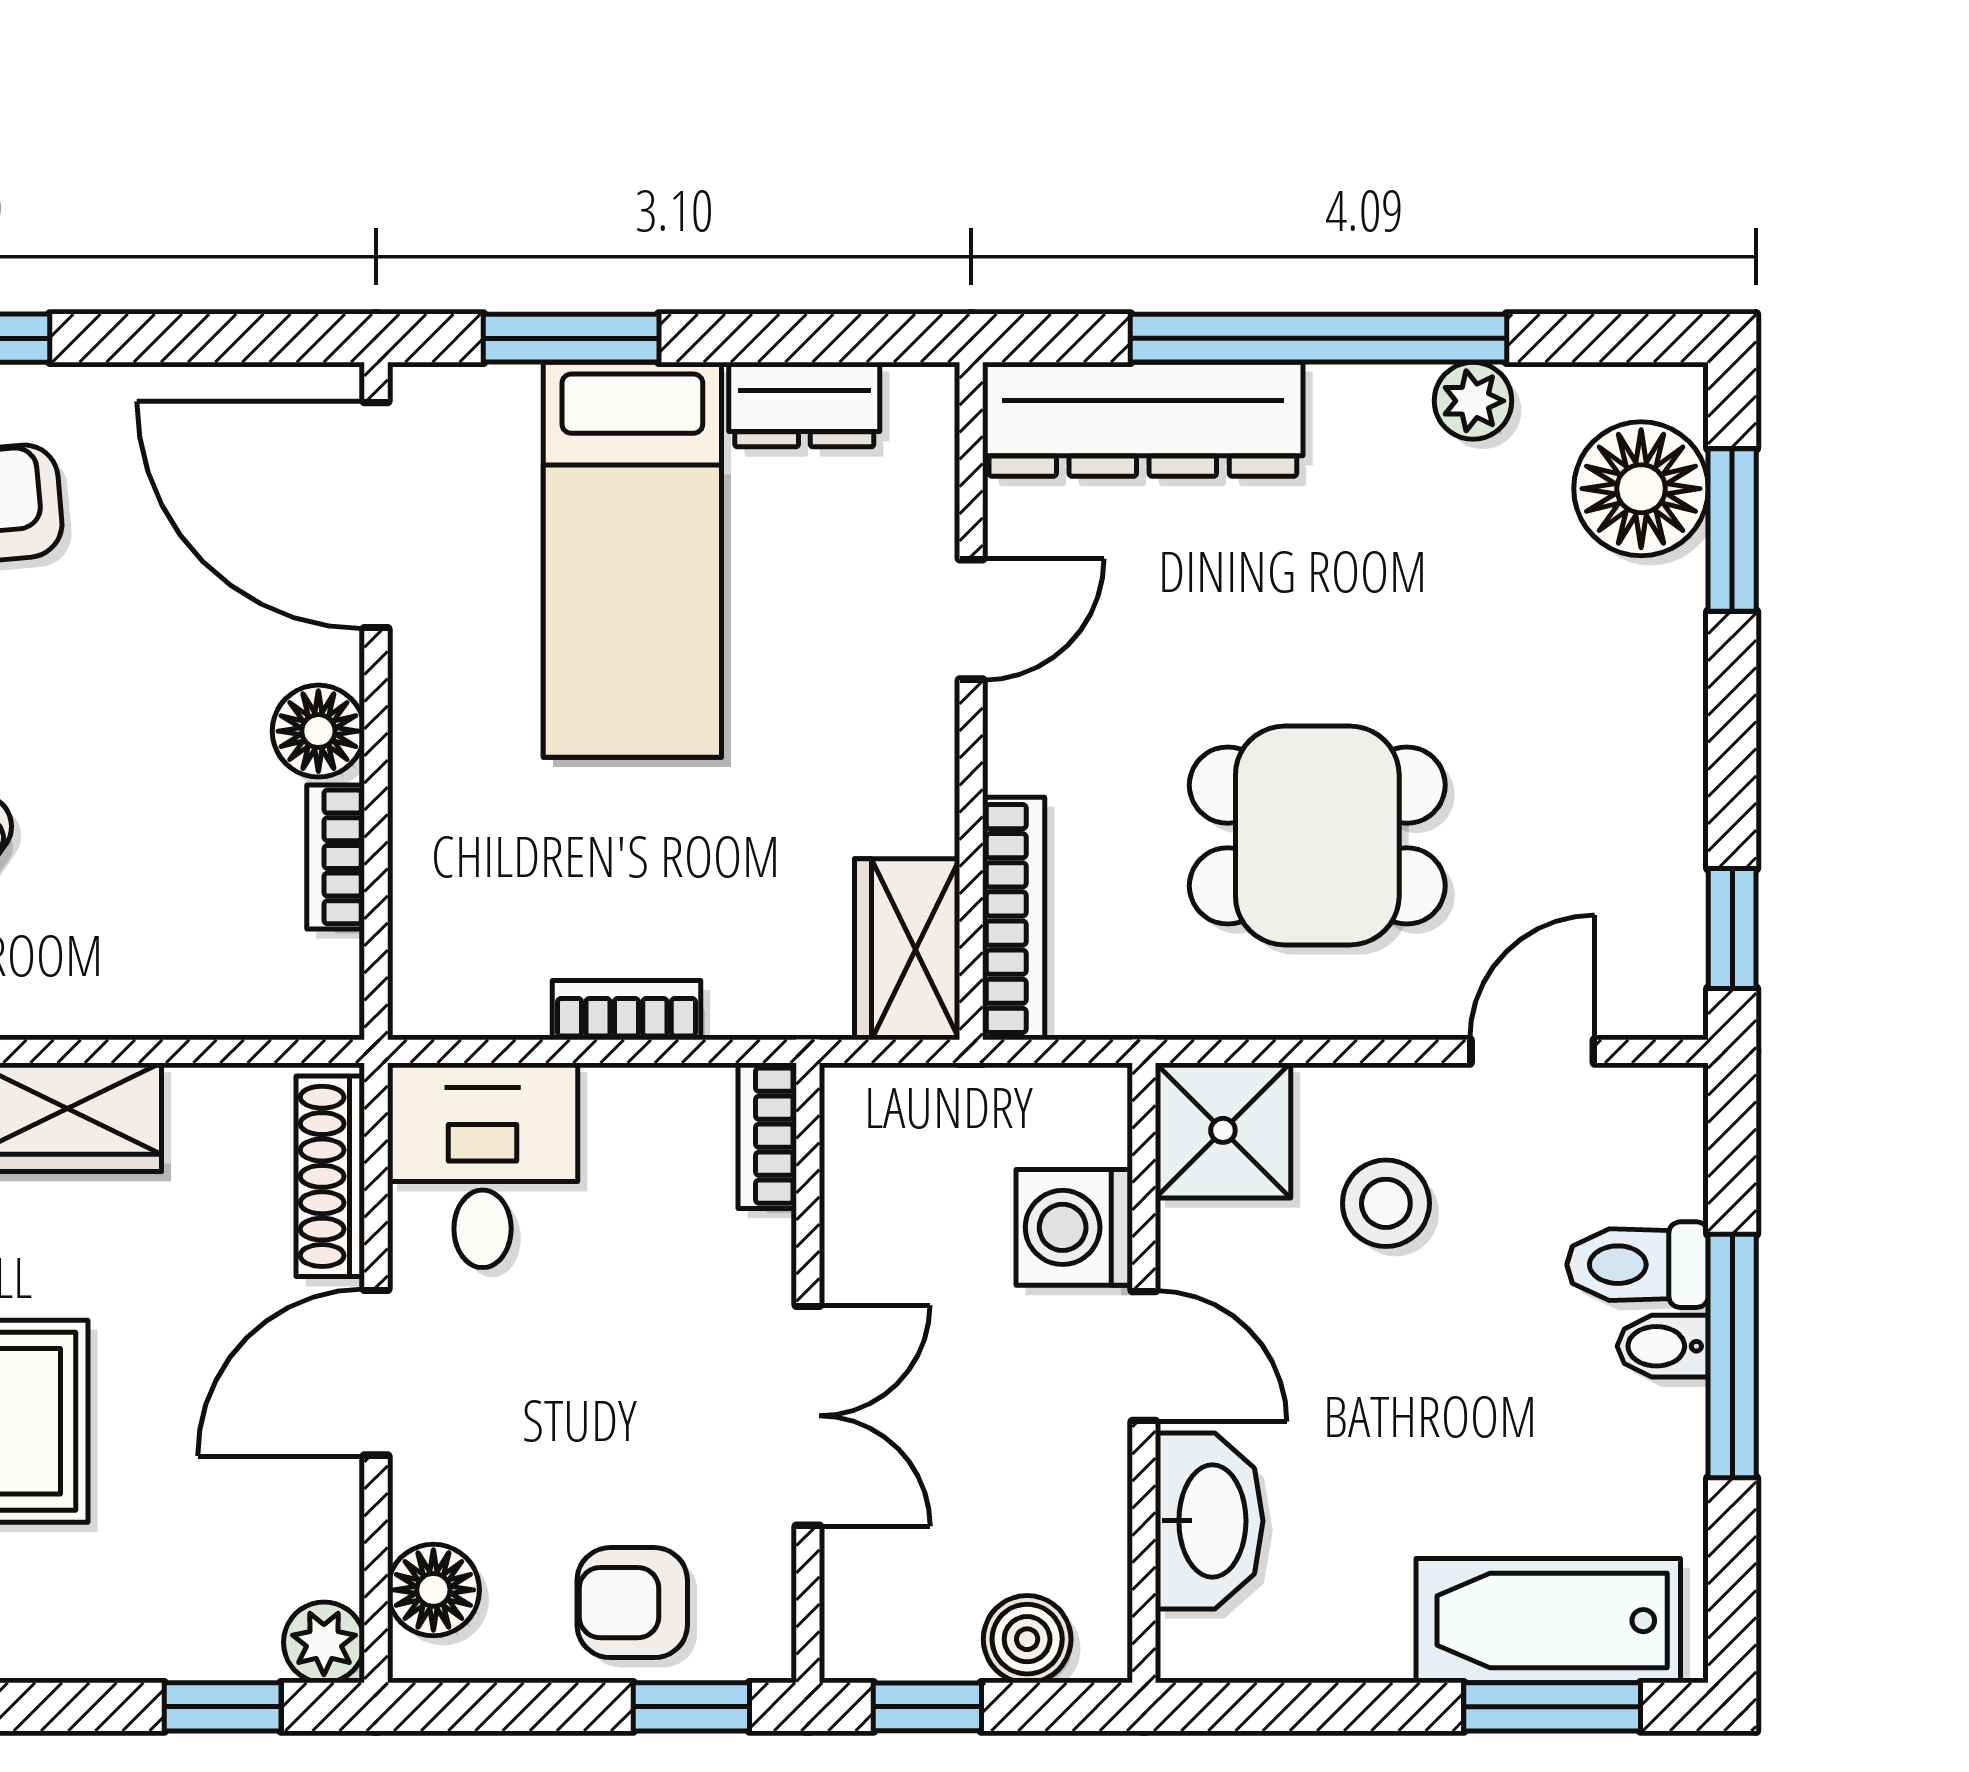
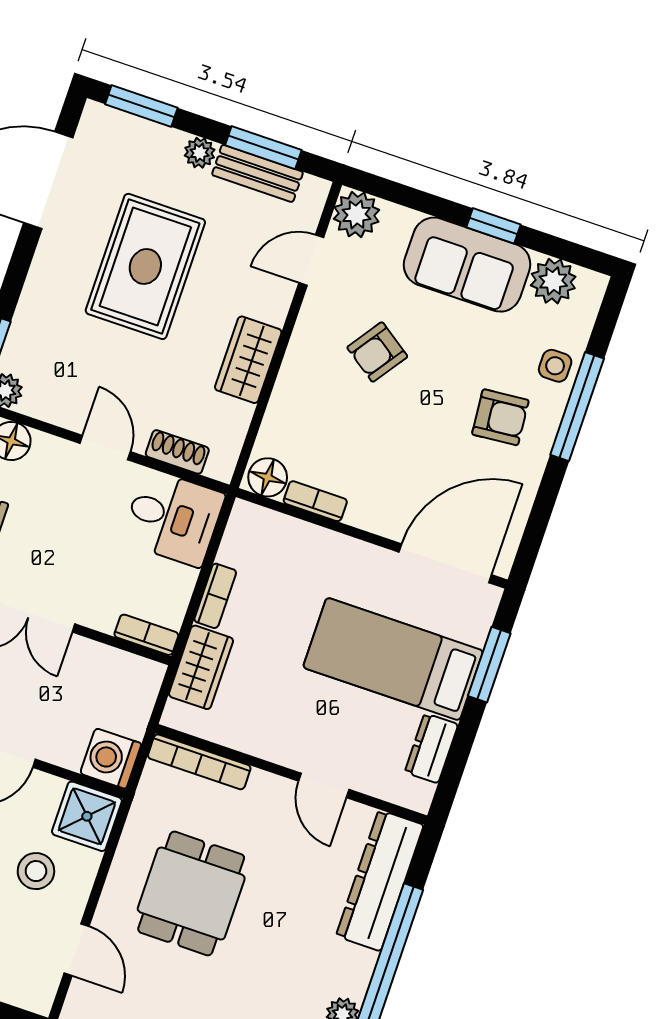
floor lamp: (318, 731) -> (268, 477), moved
wardrobe: (907, 949) -> (201, 667), moved, turned 90
shoe rack: (330, 1176) -> (177, 452), width x0.70
washing machine: (1074, 1227) -> (111, 759), moved, turned -90
door: (376, 1373) -> (105, 448), width x0.73

